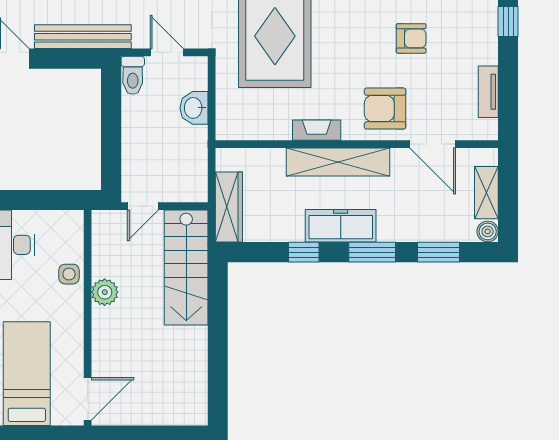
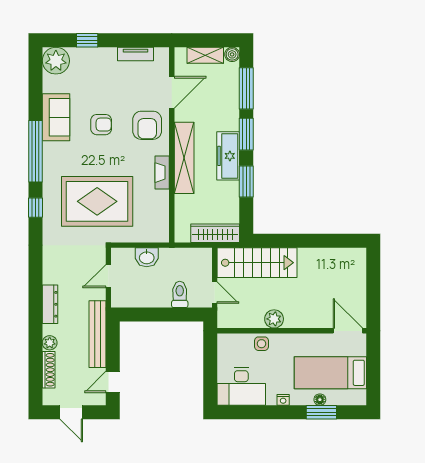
armchair: (411, 38) -> (101, 125), moved, turned 90
toilet: (133, 75) -> (180, 294), moved, turned -90
window: (304, 252) -> (246, 181), width x1.50
window: (438, 252) -> (246, 88), width x1.44

